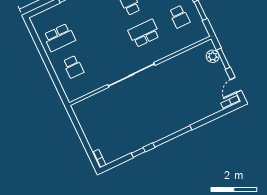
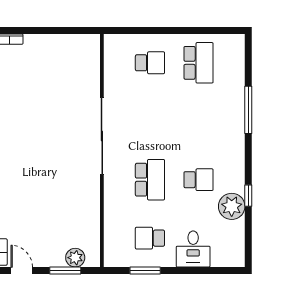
school desk: (59, 37) -> (198, 63), turned 180
school desk: (73, 67) -> (150, 63), turned 180

